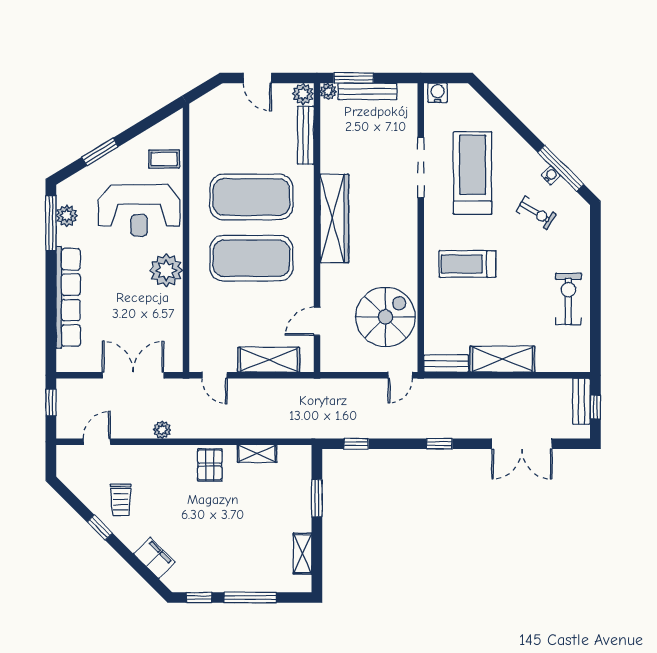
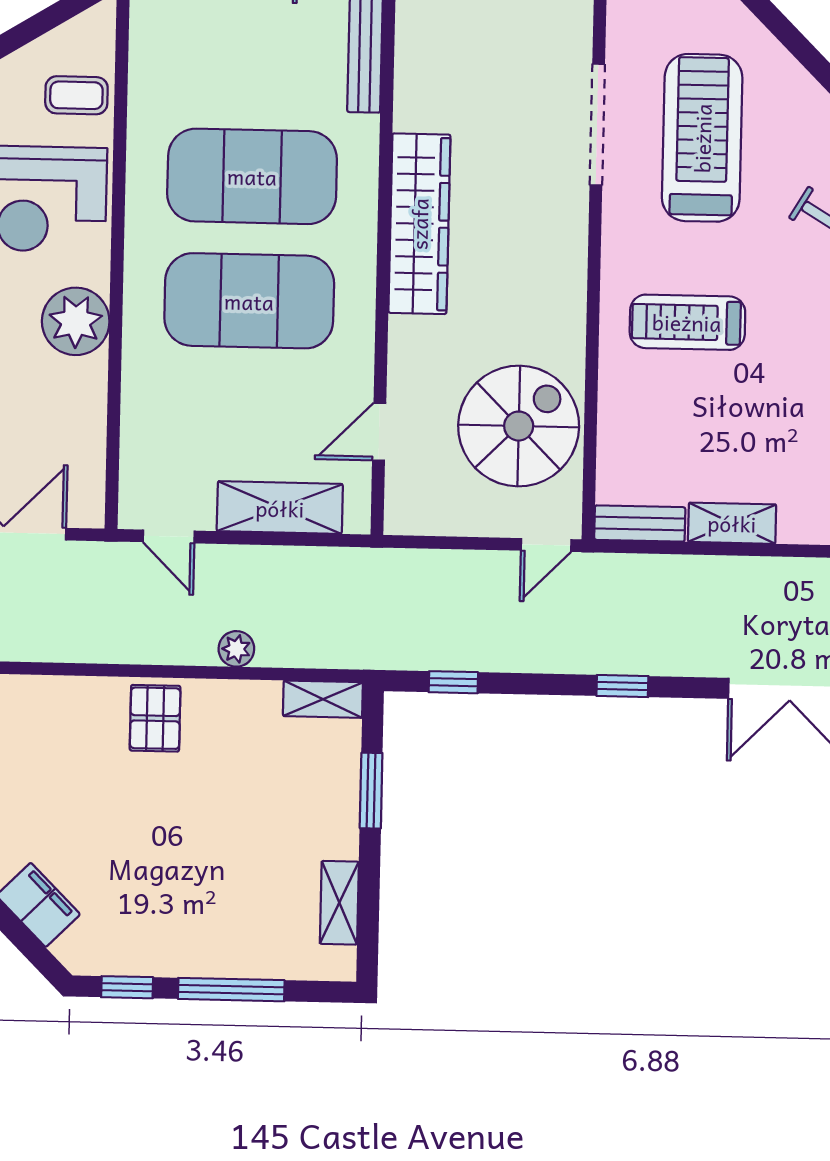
shelving: (502, 359) -> (732, 523), width x0.67, depth x0.75
plant: (162, 430) -> (236, 649), moved
shelving: (257, 454) -> (323, 699), moved

